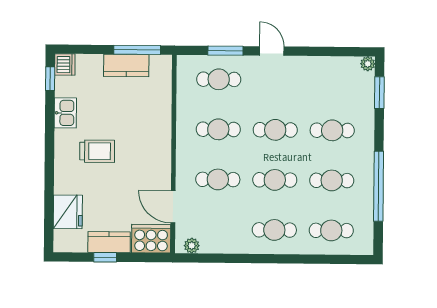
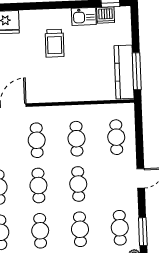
window: (225, 51) -> (143, 232), moved
dishwasher: (65, 65) -> (106, 15), moved
kitchen counter: (126, 66) -> (124, 72), width x1.50
cafe table: (333, 80) -> (120, 228), added

